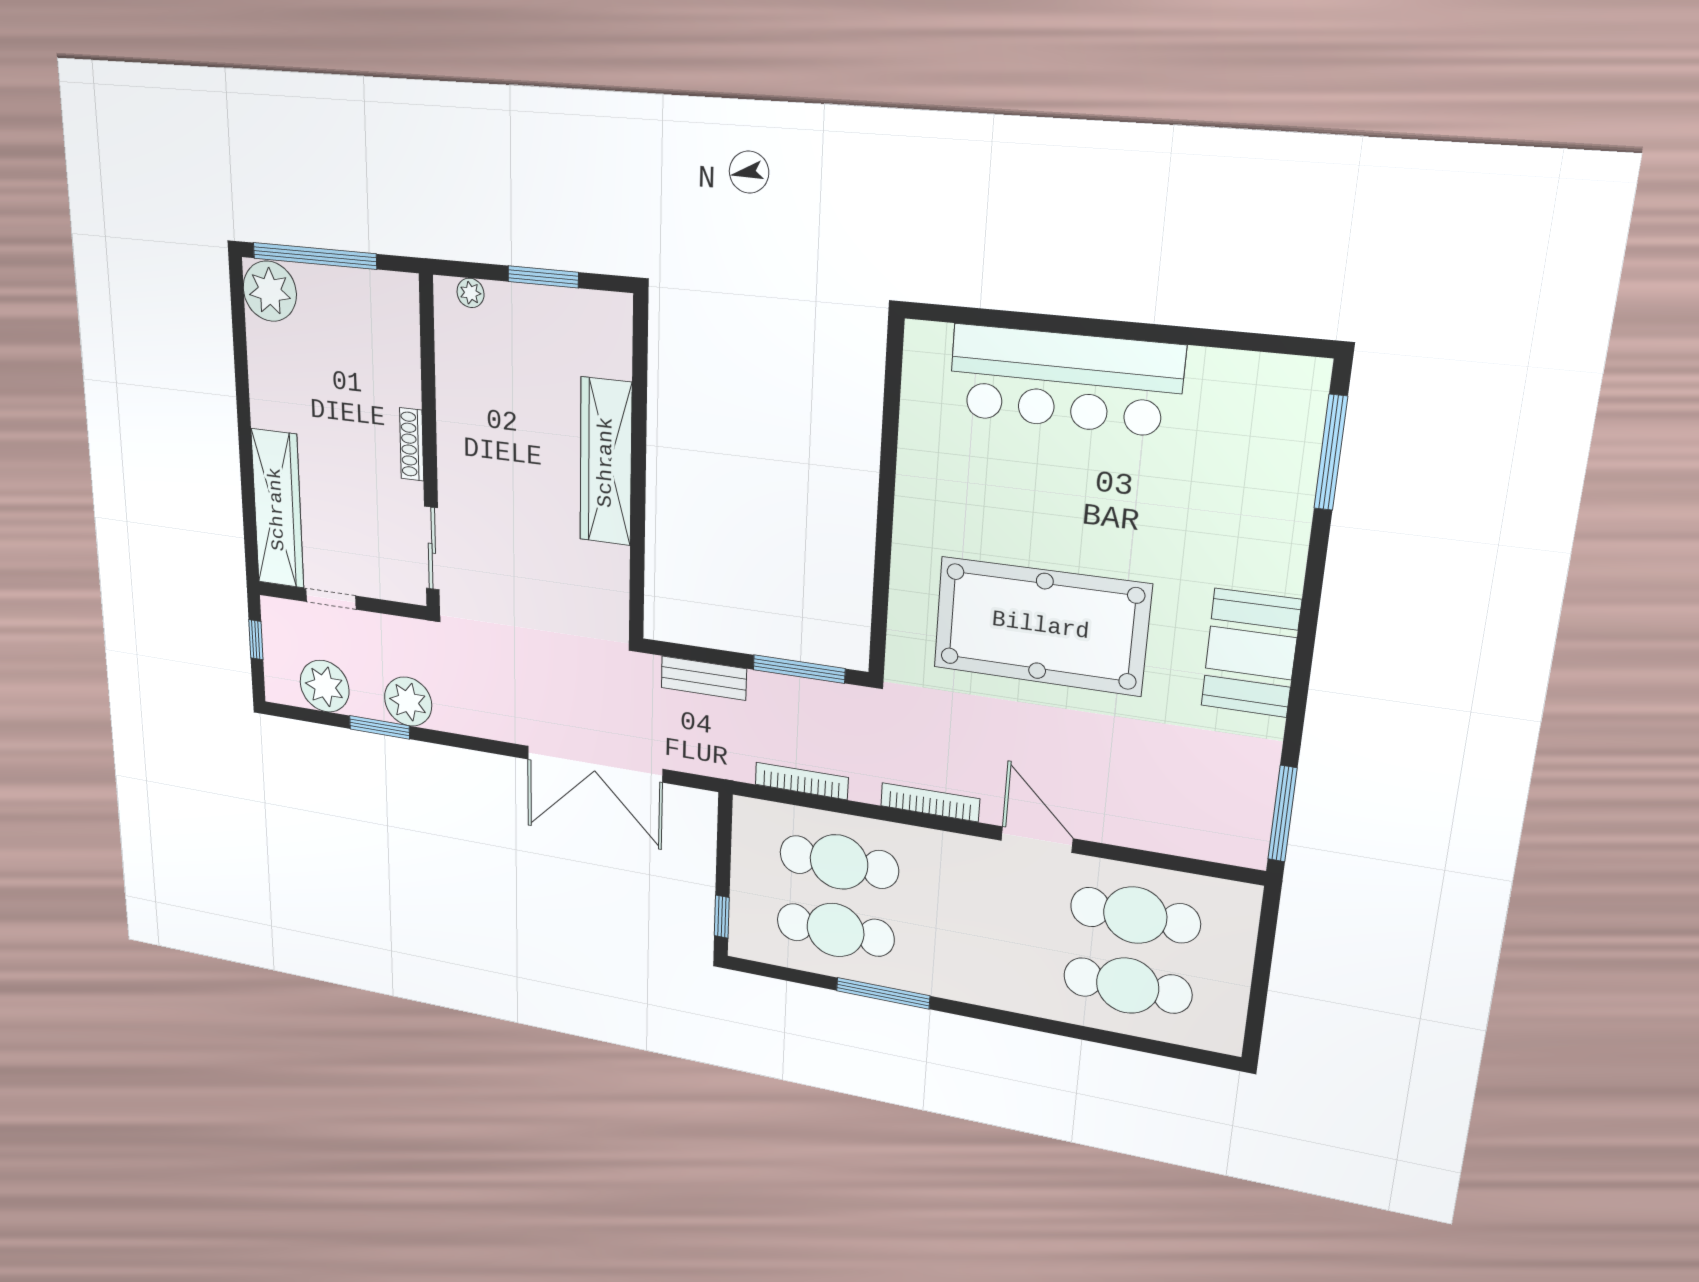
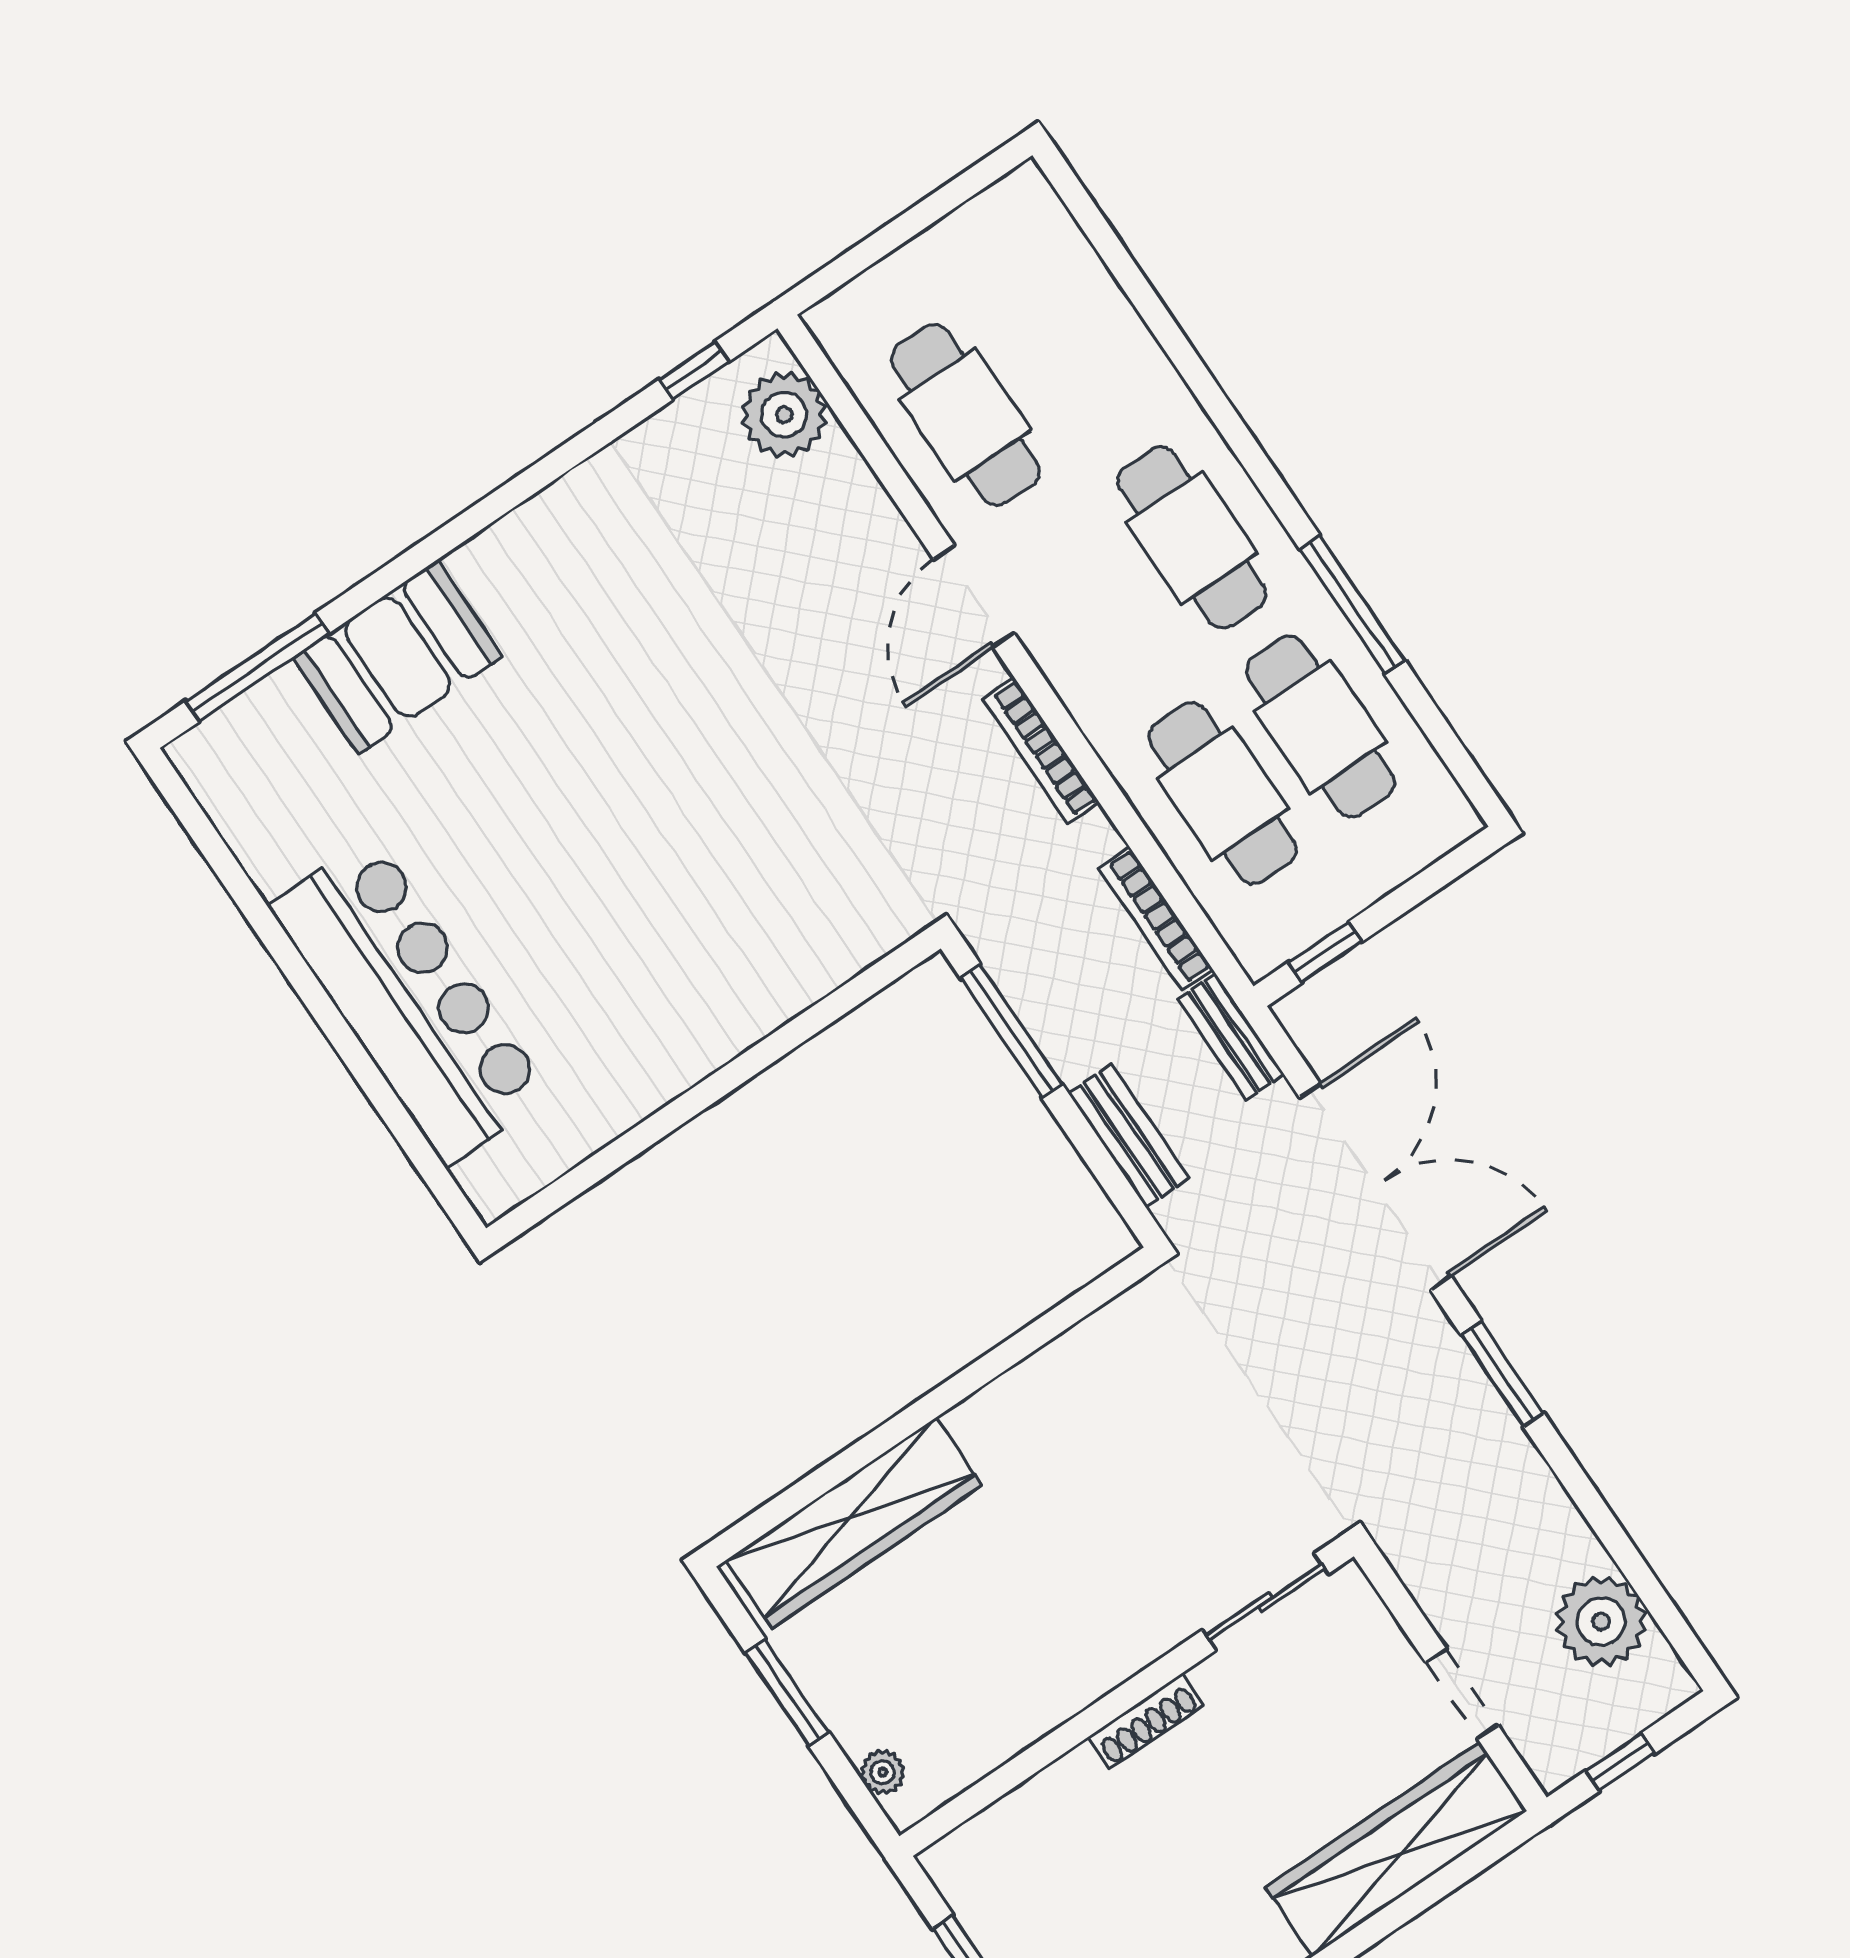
wardrobe: (606, 462) -> (854, 1523), moved
pool table: (1041, 626) -> (709, 802), removed
booth: (1251, 653) -> (398, 657), moved
plant: (408, 702) -> (784, 415), moved
window: (379, 727) -> (1502, 1374), moved
bench: (716, 764) -> (1231, 1037), added
window: (1283, 814) -> (694, 370), width x0.46
window: (722, 917) -> (1325, 952), moved
cafe table: (1128, 986) -> (1192, 537), moved

